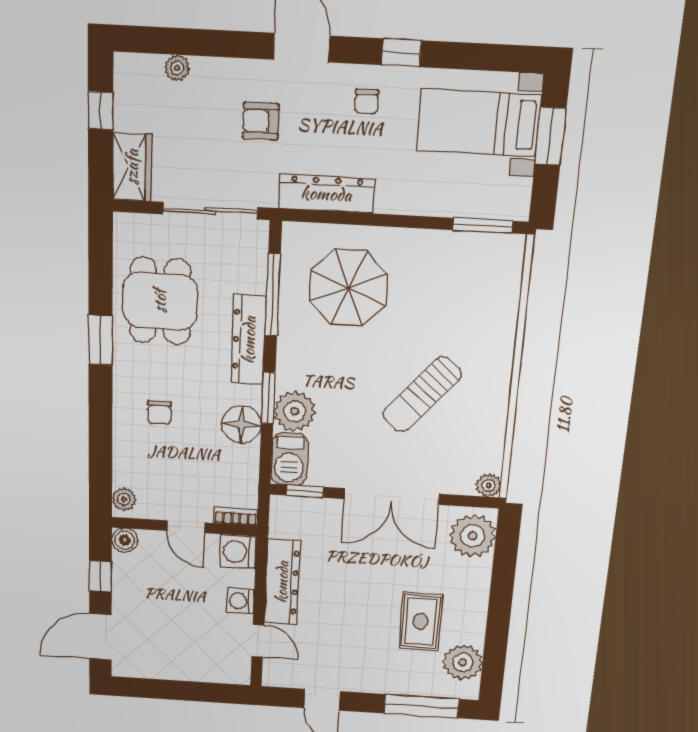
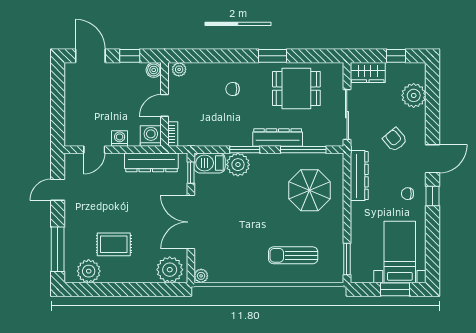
window: (401, 53) -> (432, 196), moved
plant: (177, 68) -> (414, 95), width x1.87, depth x1.87
armchair: (261, 121) -> (395, 140), turned -40
sun lounger: (422, 394) -> (293, 255), moved, turned -41
floor lamp: (241, 424) -> (228, 135), removed
dresser: (282, 582) -> (151, 162), moved

